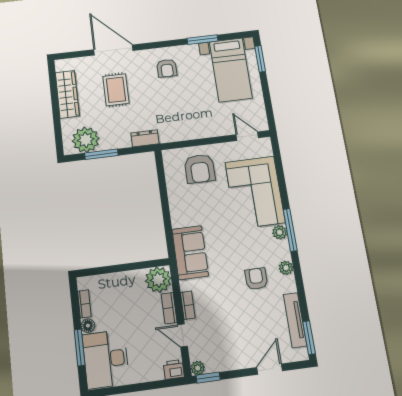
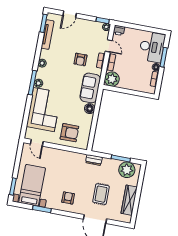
armchair: (200, 169) -> (69, 133), turned 90
floor lamp: (179, 218) -> (90, 109), added
armchair: (256, 279) -> (80, 60), moved

